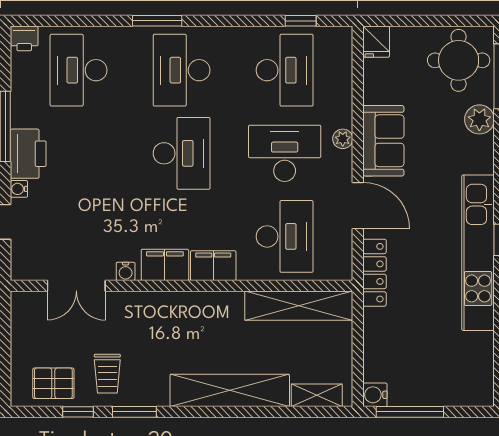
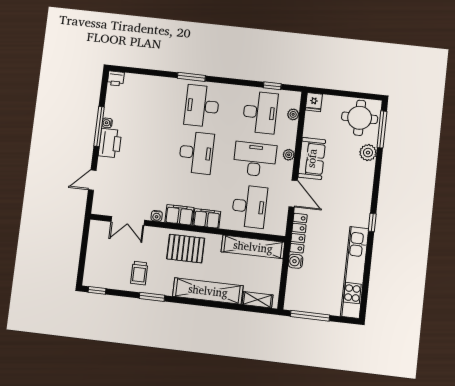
plant: (343, 67) -> (293, 114), added
desk: (79, 70) -> (144, 100), removed
water cooler: (19, 189) -> (107, 123), moved
kitchen unit: (478, 253) -> (355, 272), moved
pallet: (53, 383) -> (186, 249), moved, width x1.50, depth x1.42
water cooler: (375, 395) -> (296, 261), moved
window: (78, 412) -> (97, 290), moved

